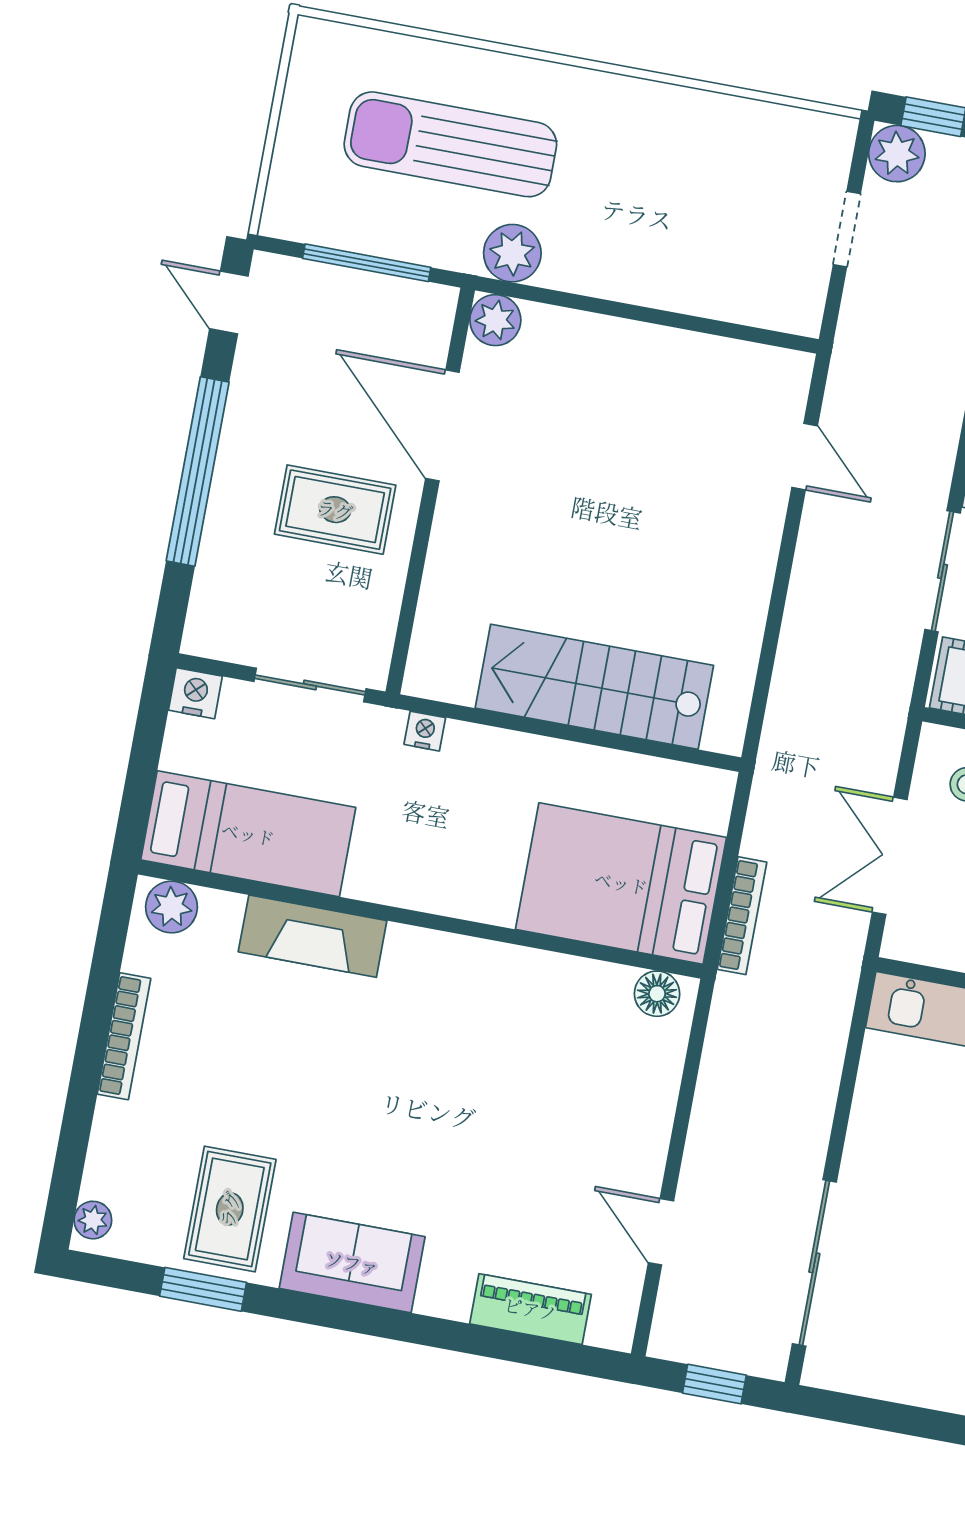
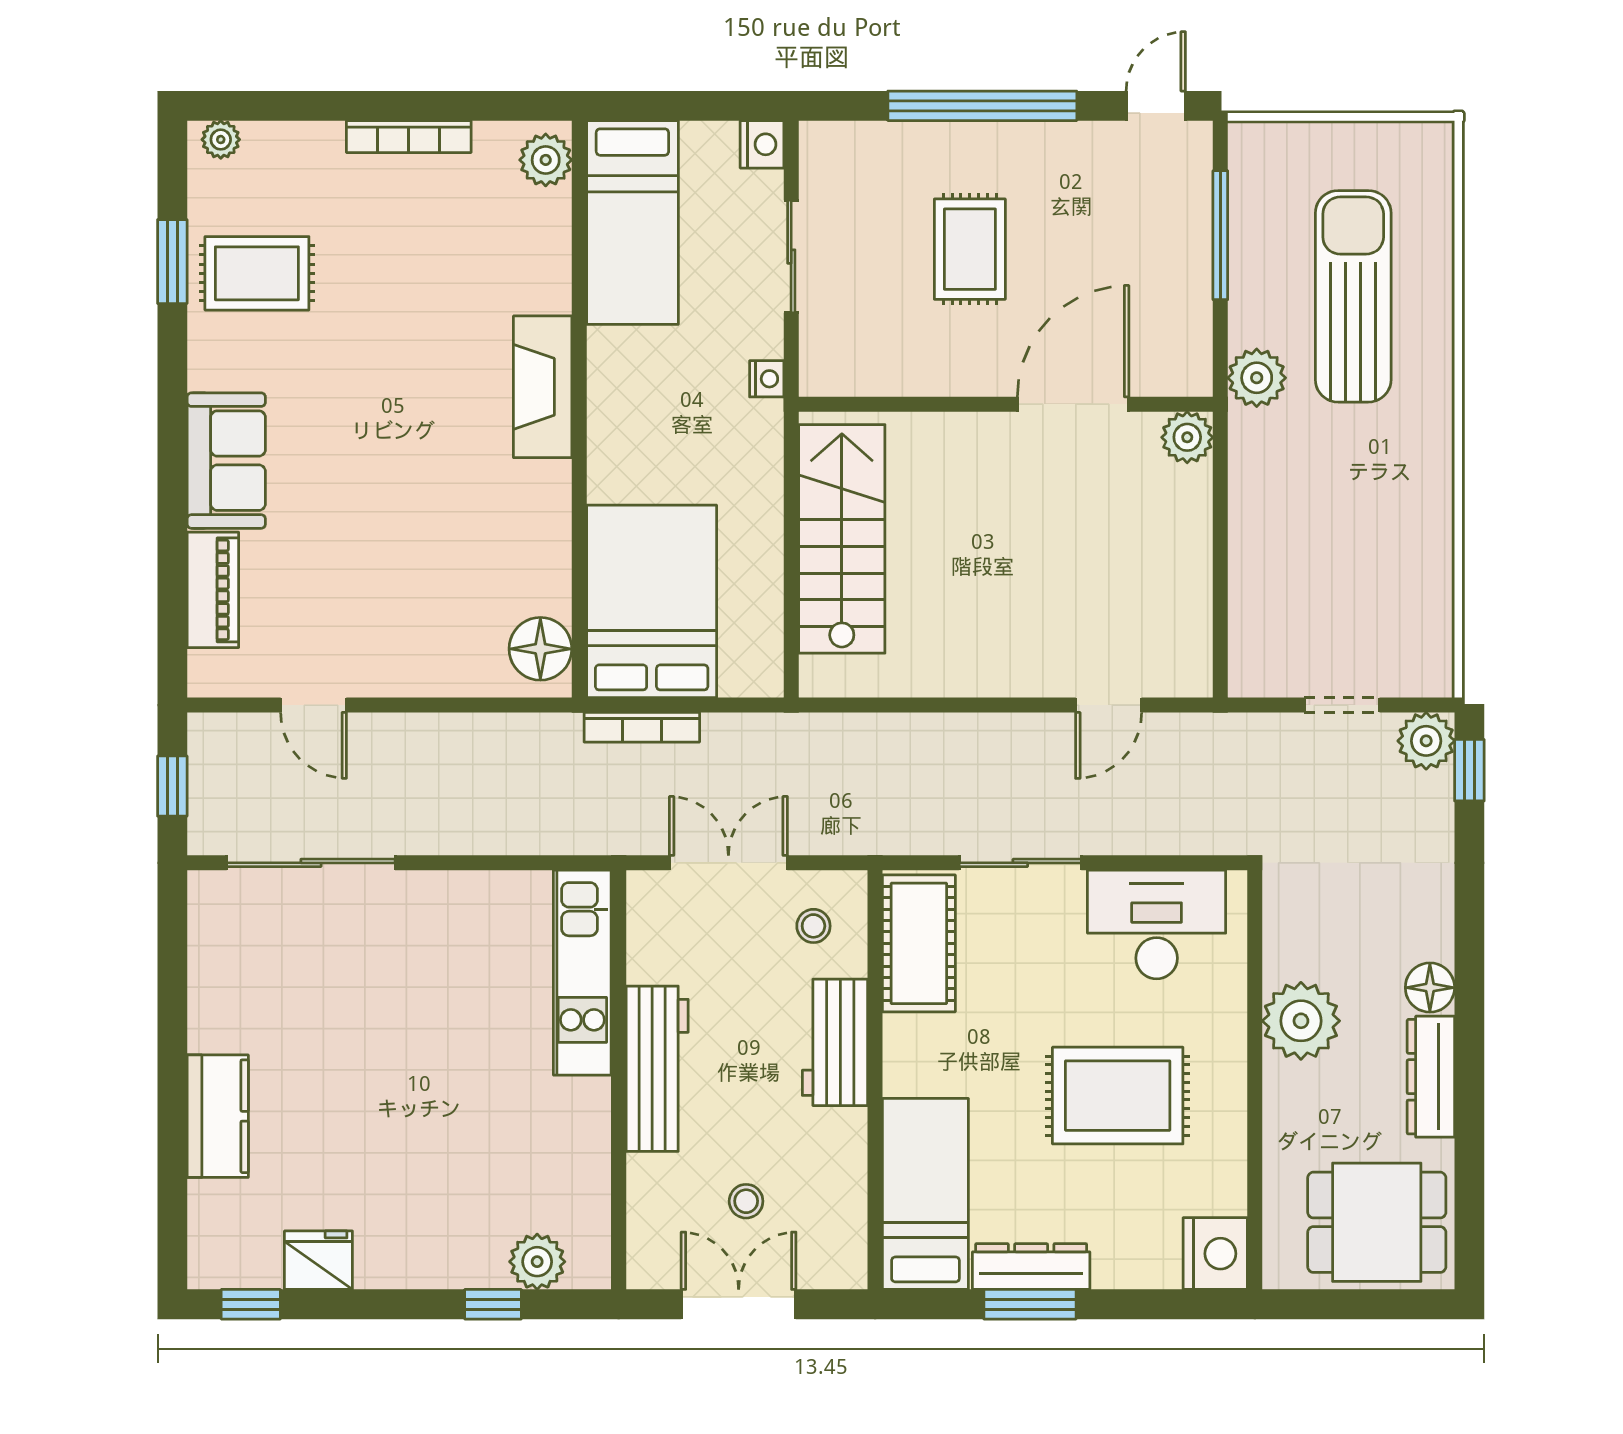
plant: (495, 320) -> (1187, 437), moved
door: (442, 425) -> (1073, 404), moved
wall: (430, 491) -> (1006, 404), moved
fireplace: (313, 936) -> (543, 387), moved
floor lamp: (657, 994) -> (540, 649), width x1.38, depth x1.38
door: (661, 1232) -> (314, 705), swing flipped
sofa: (352, 1263) -> (226, 461), moved

